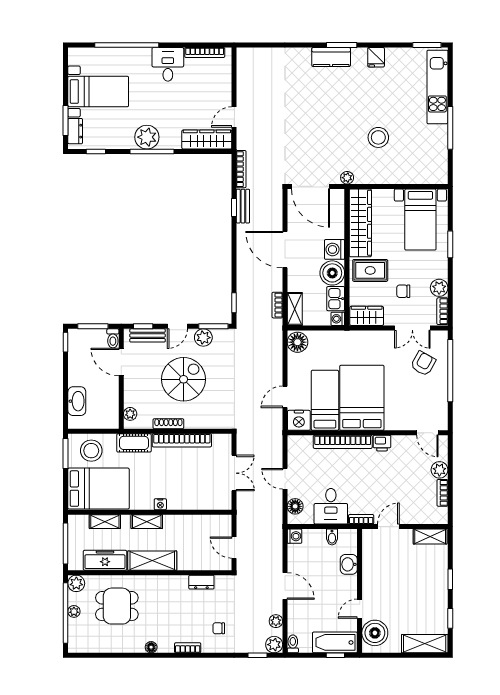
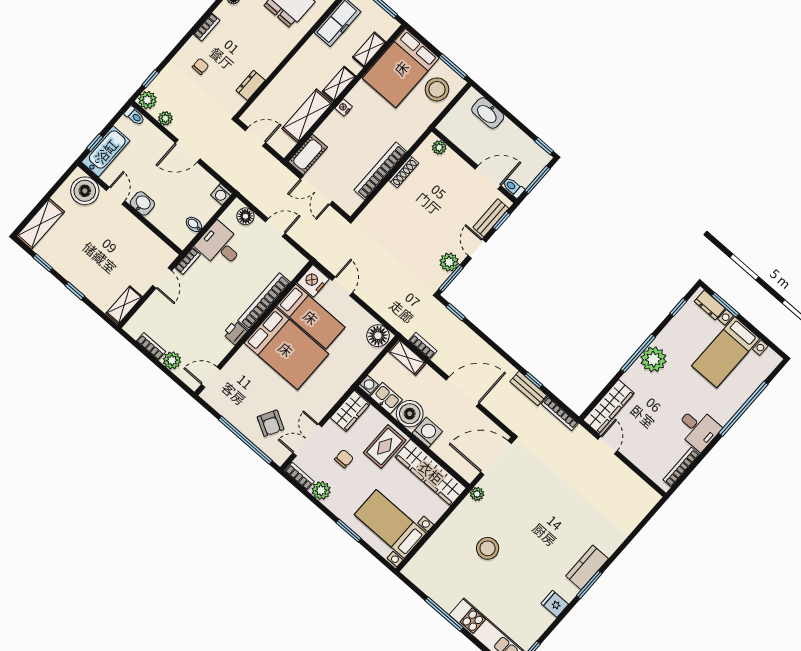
spiral stairs: (184, 379) -> (429, 216), removed
cot: (134, 443) -> (308, 154), moved
shelving: (152, 561) -> (307, 116), moved
washbasin: (349, 564) -> (142, 203), moved

